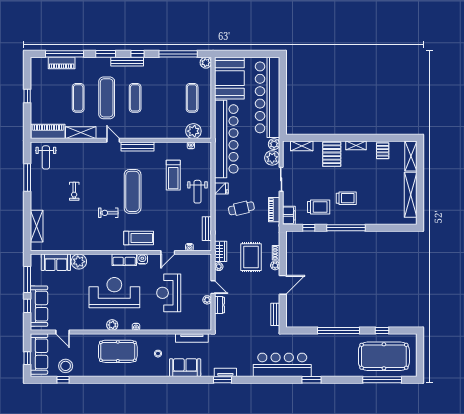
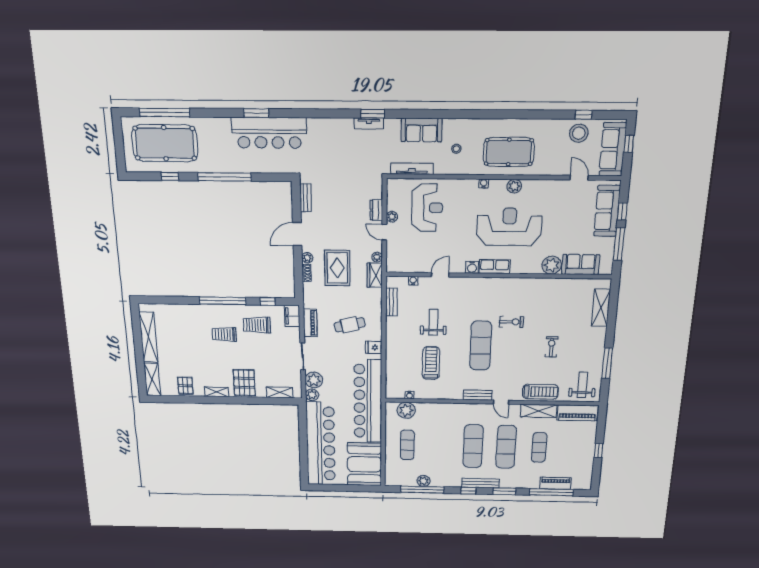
plant: (206, 63) -> (423, 481), moved
exercise mat: (135, 98) -> (473, 446), width x1.36, depth x1.45
bench: (138, 146) -> (478, 395), width x0.73
weight bench: (197, 192) -> (433, 322), moved
treadmill: (139, 238) -> (540, 392), moved, turned 180
reception desk: (114, 293) -> (509, 227), turned 180
reception desk: (169, 293) -> (427, 208), moved
bar counter: (282, 365) -> (269, 133), moved

